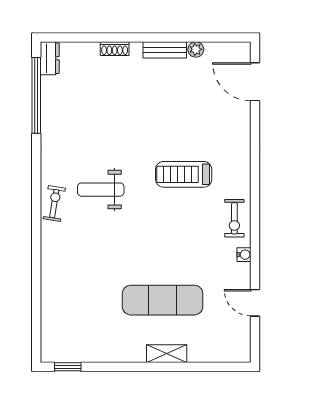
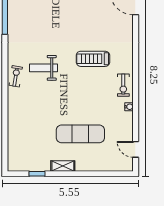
door: (255, 303) -> (136, 149), moved
shelving: (167, 354) -> (63, 166), moved
window: (68, 367) -> (37, 174), moved

